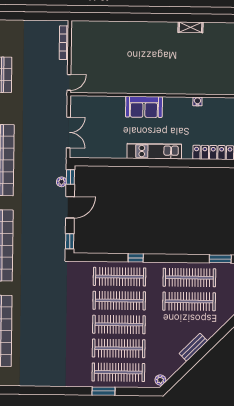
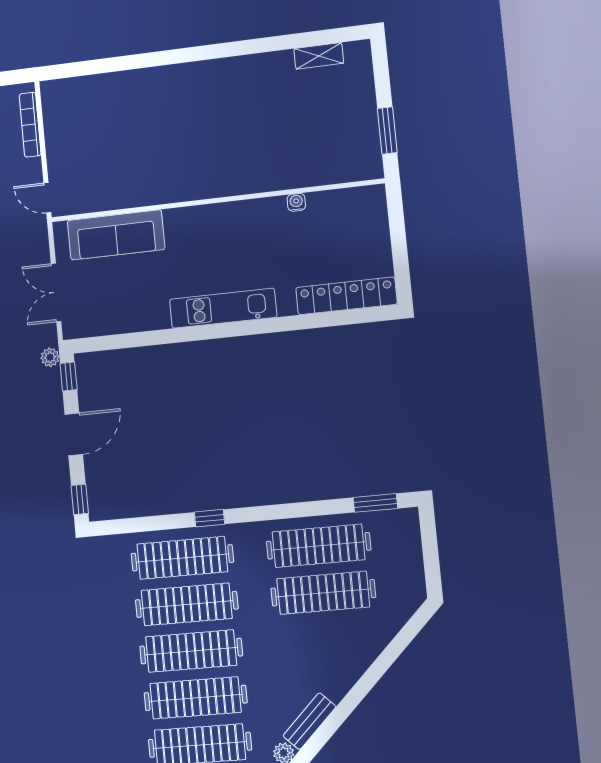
shelving: (190, 27) -> (319, 56), moved
door: (69, 82) -> (47, 198), swing flipped
sofa: (144, 107) -> (116, 235), moved, width x1.36
double door: (68, 132) -> (56, 292), swing flipped
plant: (62, 182) -> (50, 357), moved
bench: (193, 347) -> (309, 721), moved

